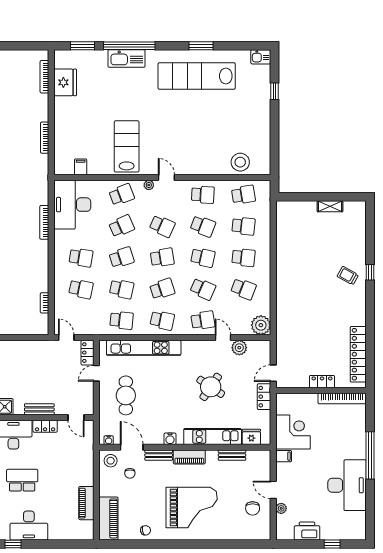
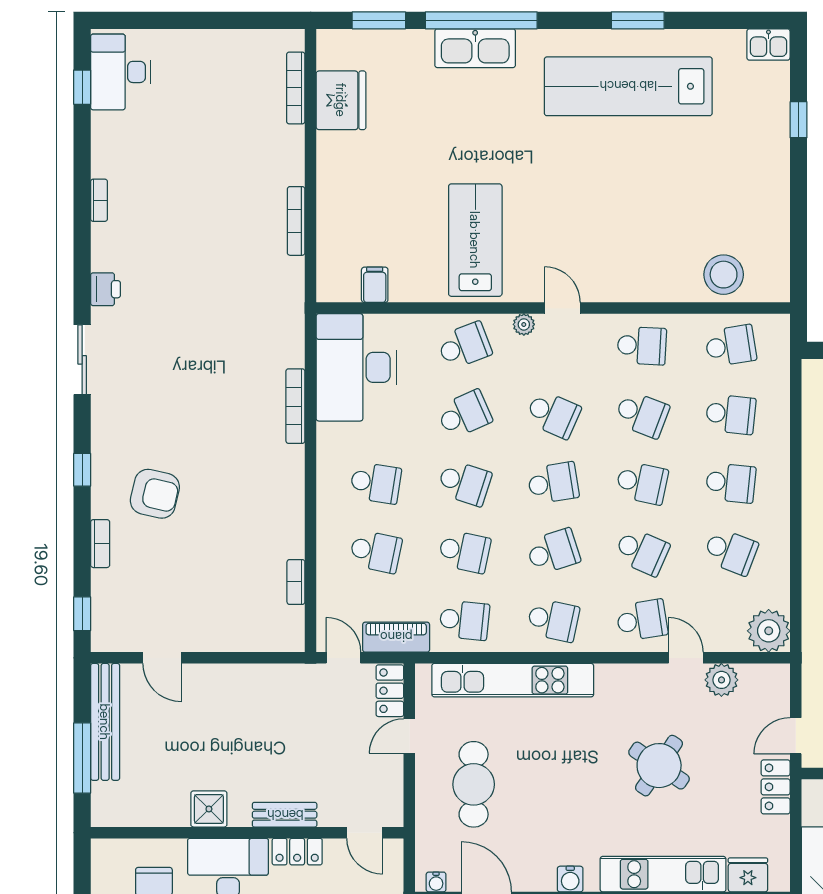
school desk: (122, 258) -> (464, 483), turned 36
piano: (90, 328) -> (396, 637), added

